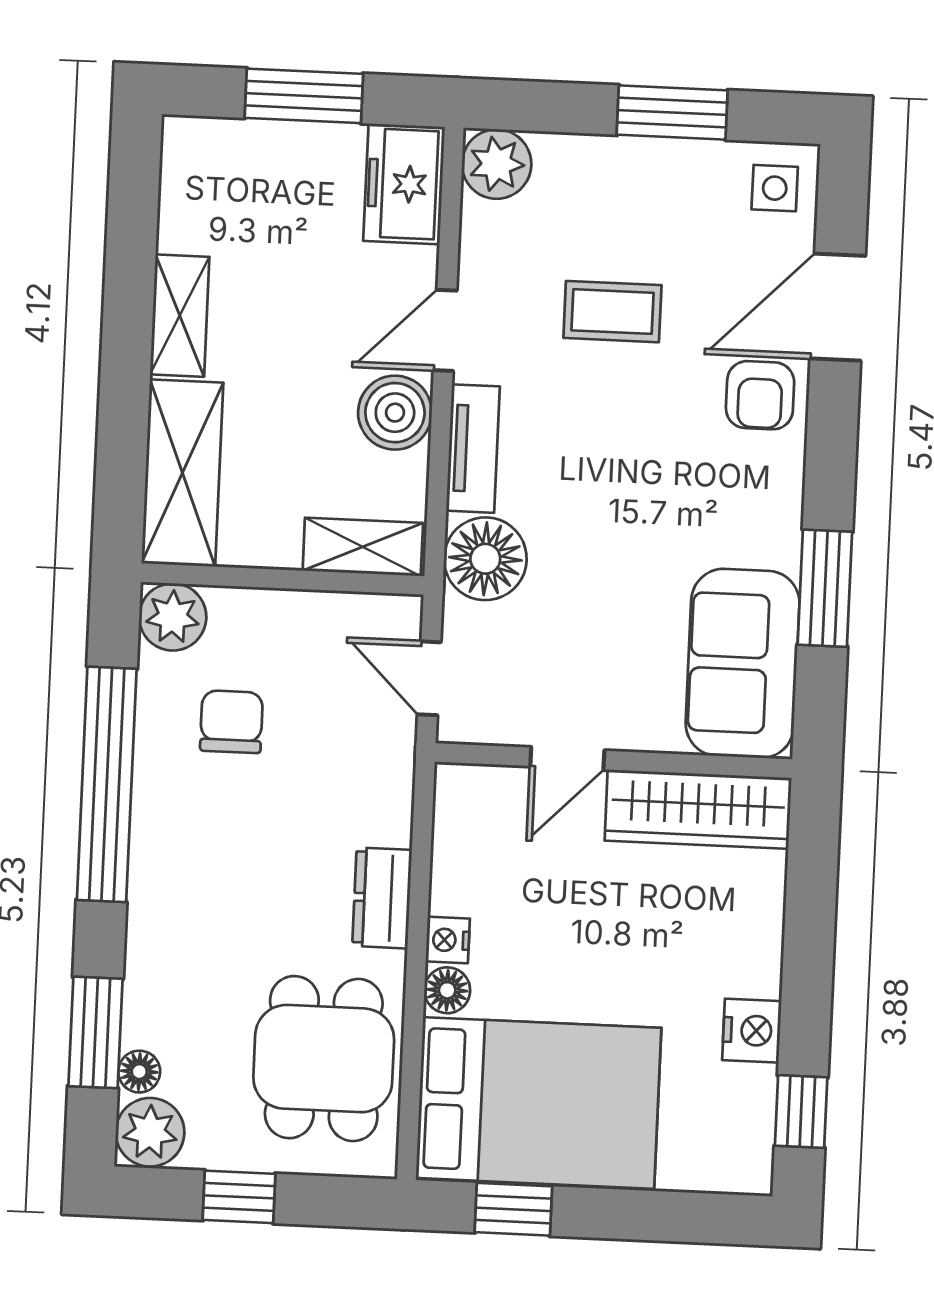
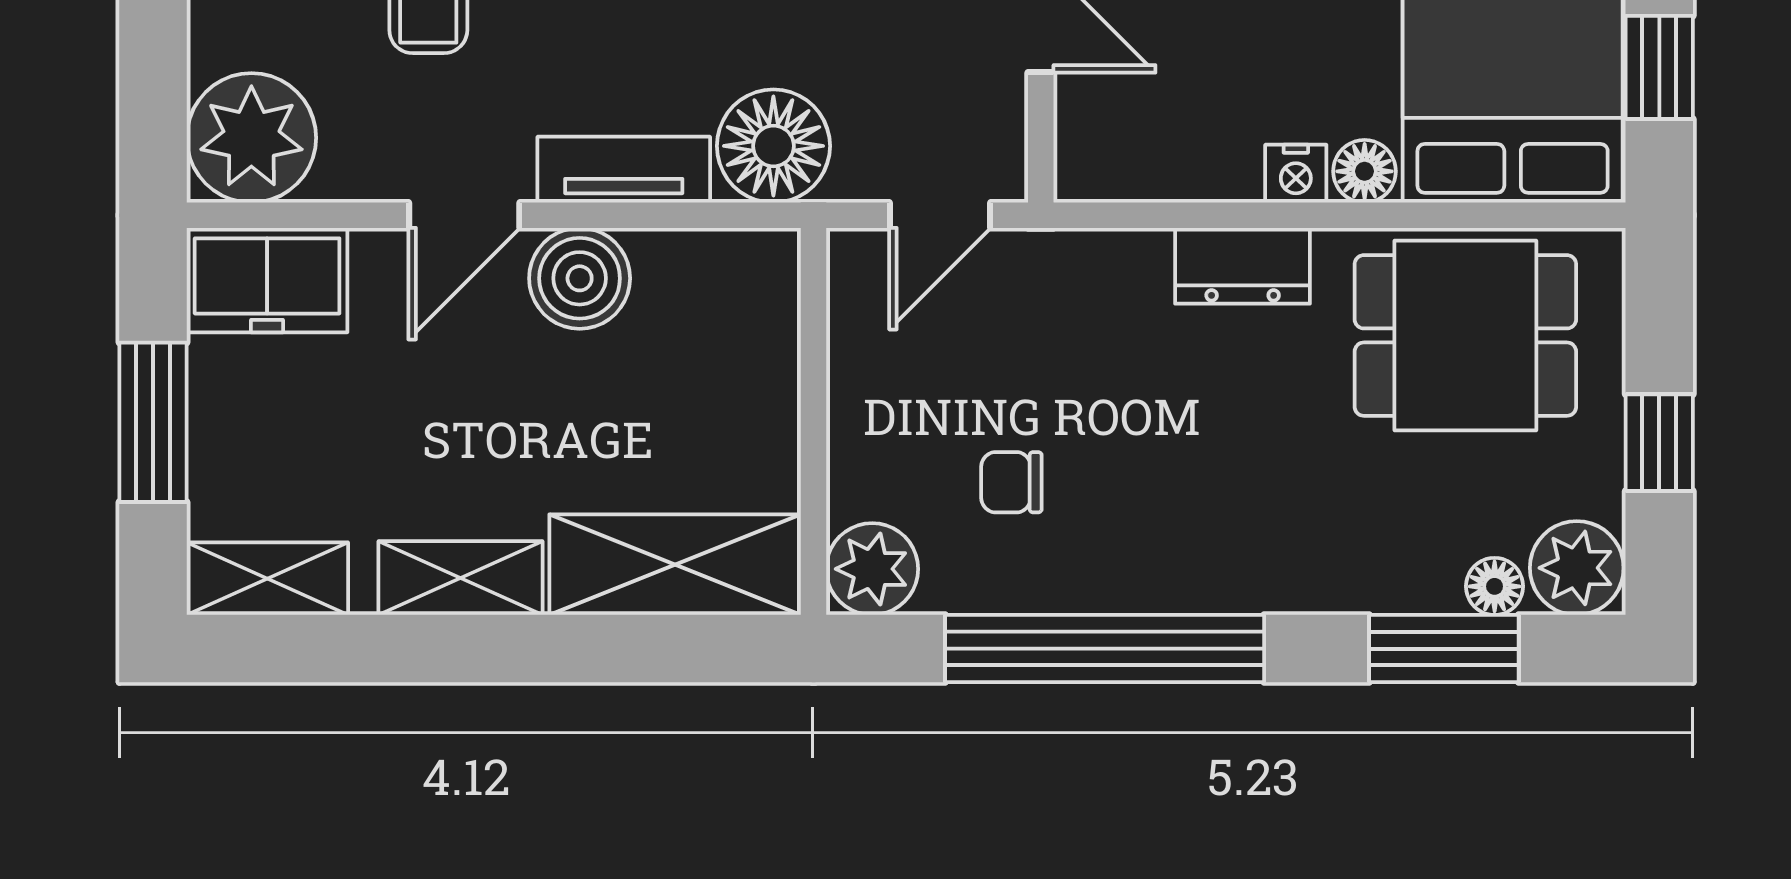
plant: (497, 164) -> (251, 138), width x1.36, depth x1.36
door: (445, 330) -> (464, 215), hinge flipped
shelving: (363, 547) -> (267, 579), moved, turned 90
chair: (231, 722) -> (1011, 482), width x0.73, depth x0.73

